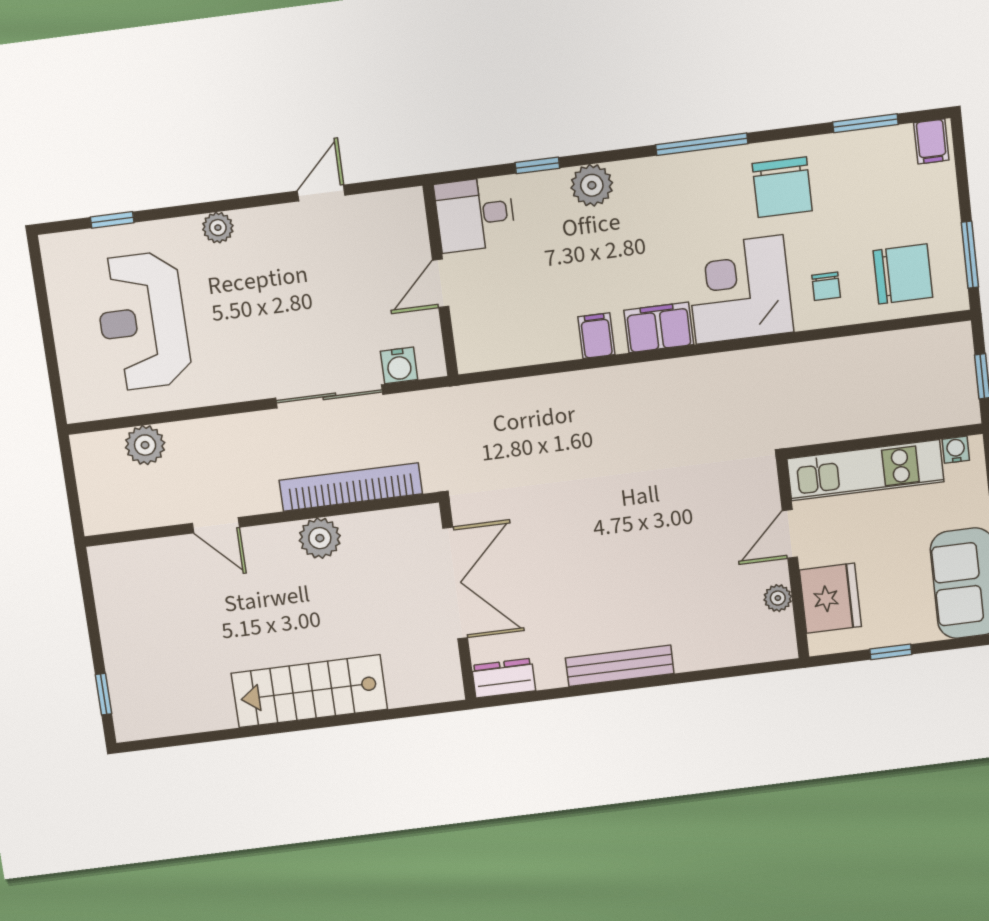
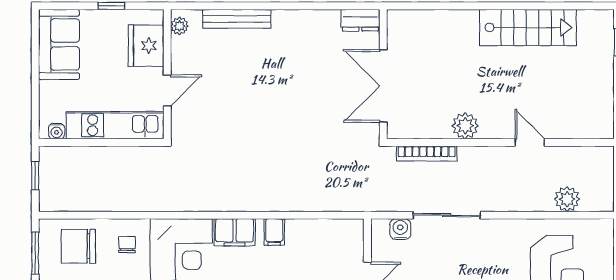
bookcase: (351, 487) -> (427, 154), width x0.68, depth x0.76
plant: (778, 598) -> (179, 26), moved
bench: (620, 666) -> (237, 19), moved
stairs: (309, 691) -> (528, 28), moved

